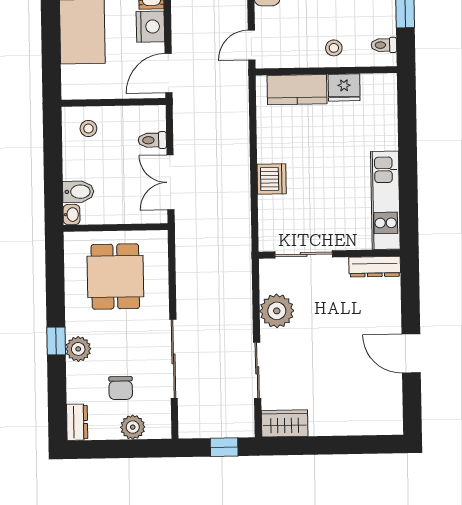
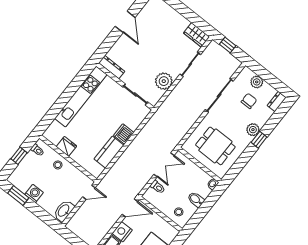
kitchen counter: (297, 90) -> (109, 152), moved, turned -90
bidet: (78, 192) -> (196, 199), moved
kitchen unit: (385, 200) -> (81, 96), width x1.36
dining table: (115, 276) -> (215, 146), turned 90

